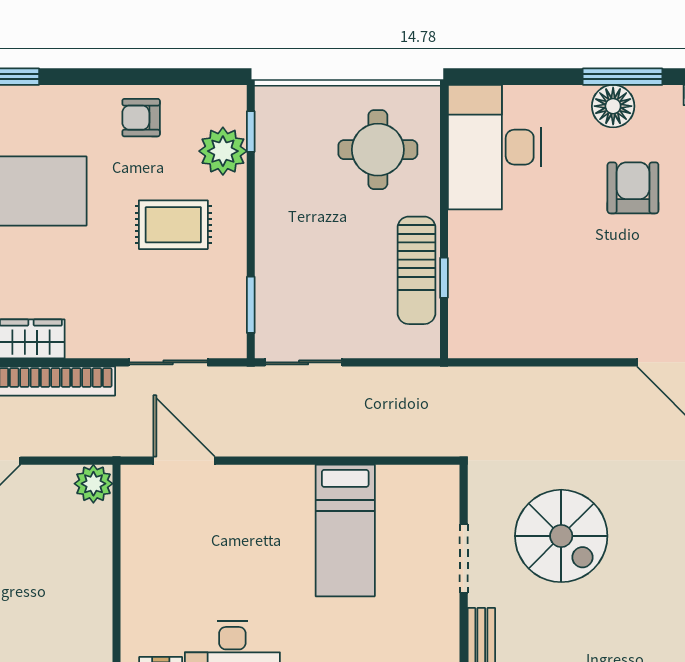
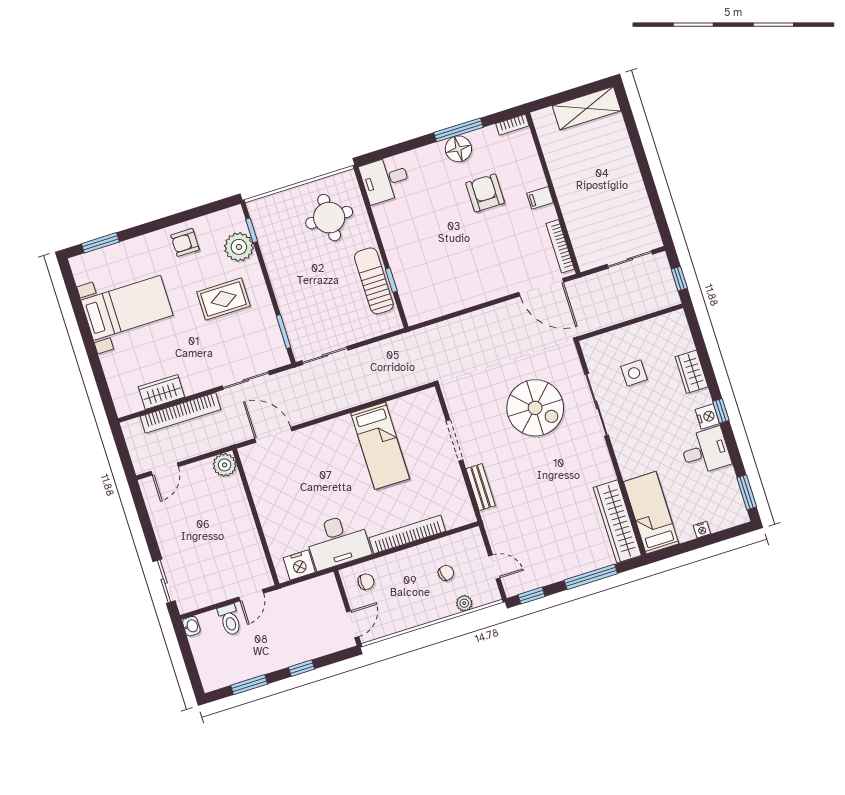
desk: (495, 147) -> (385, 180), width x0.53, depth x0.77
sun lounger: (416, 270) -> (374, 281), turned 180
spiral stairs: (561, 536) -> (535, 408), moved

